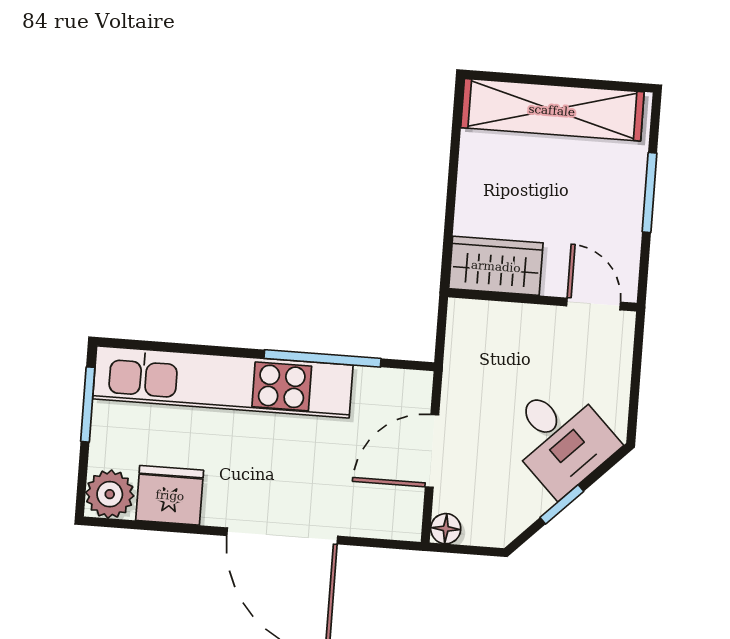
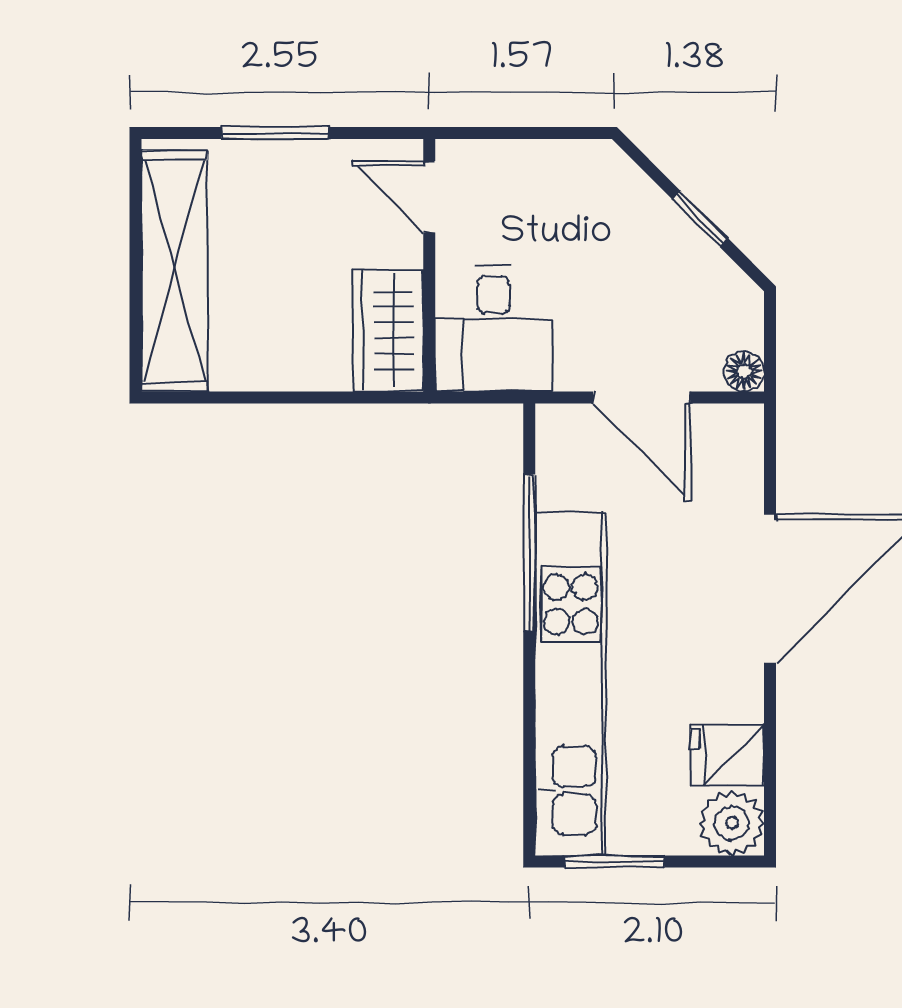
door: (594, 304) -> (429, 197), hinge flipped
desk: (560, 438) -> (493, 329), moved, turned 135
fridge: (170, 495) -> (727, 755), width x0.72

